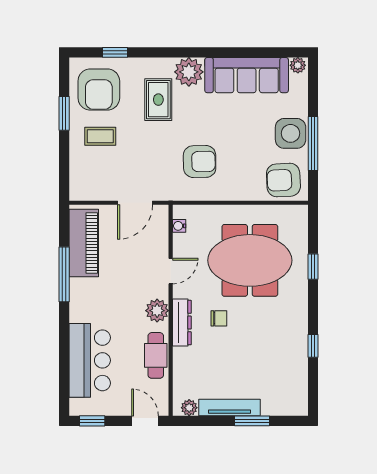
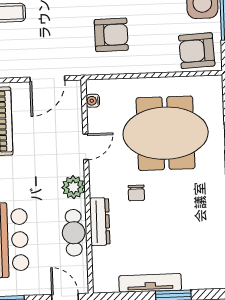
chair: (219, 318) -> (136, 193), turned 90
dresser: (182, 323) -> (100, 222), moved
plant: (189, 408) -> (109, 284), removed

